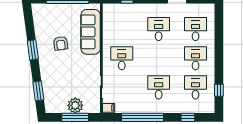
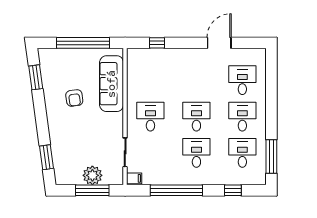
desk: (159, 29) -> (196, 117), moved
window: (33, 50) -> (36, 77), moved
window: (219, 90) -> (271, 156), width x2.17

